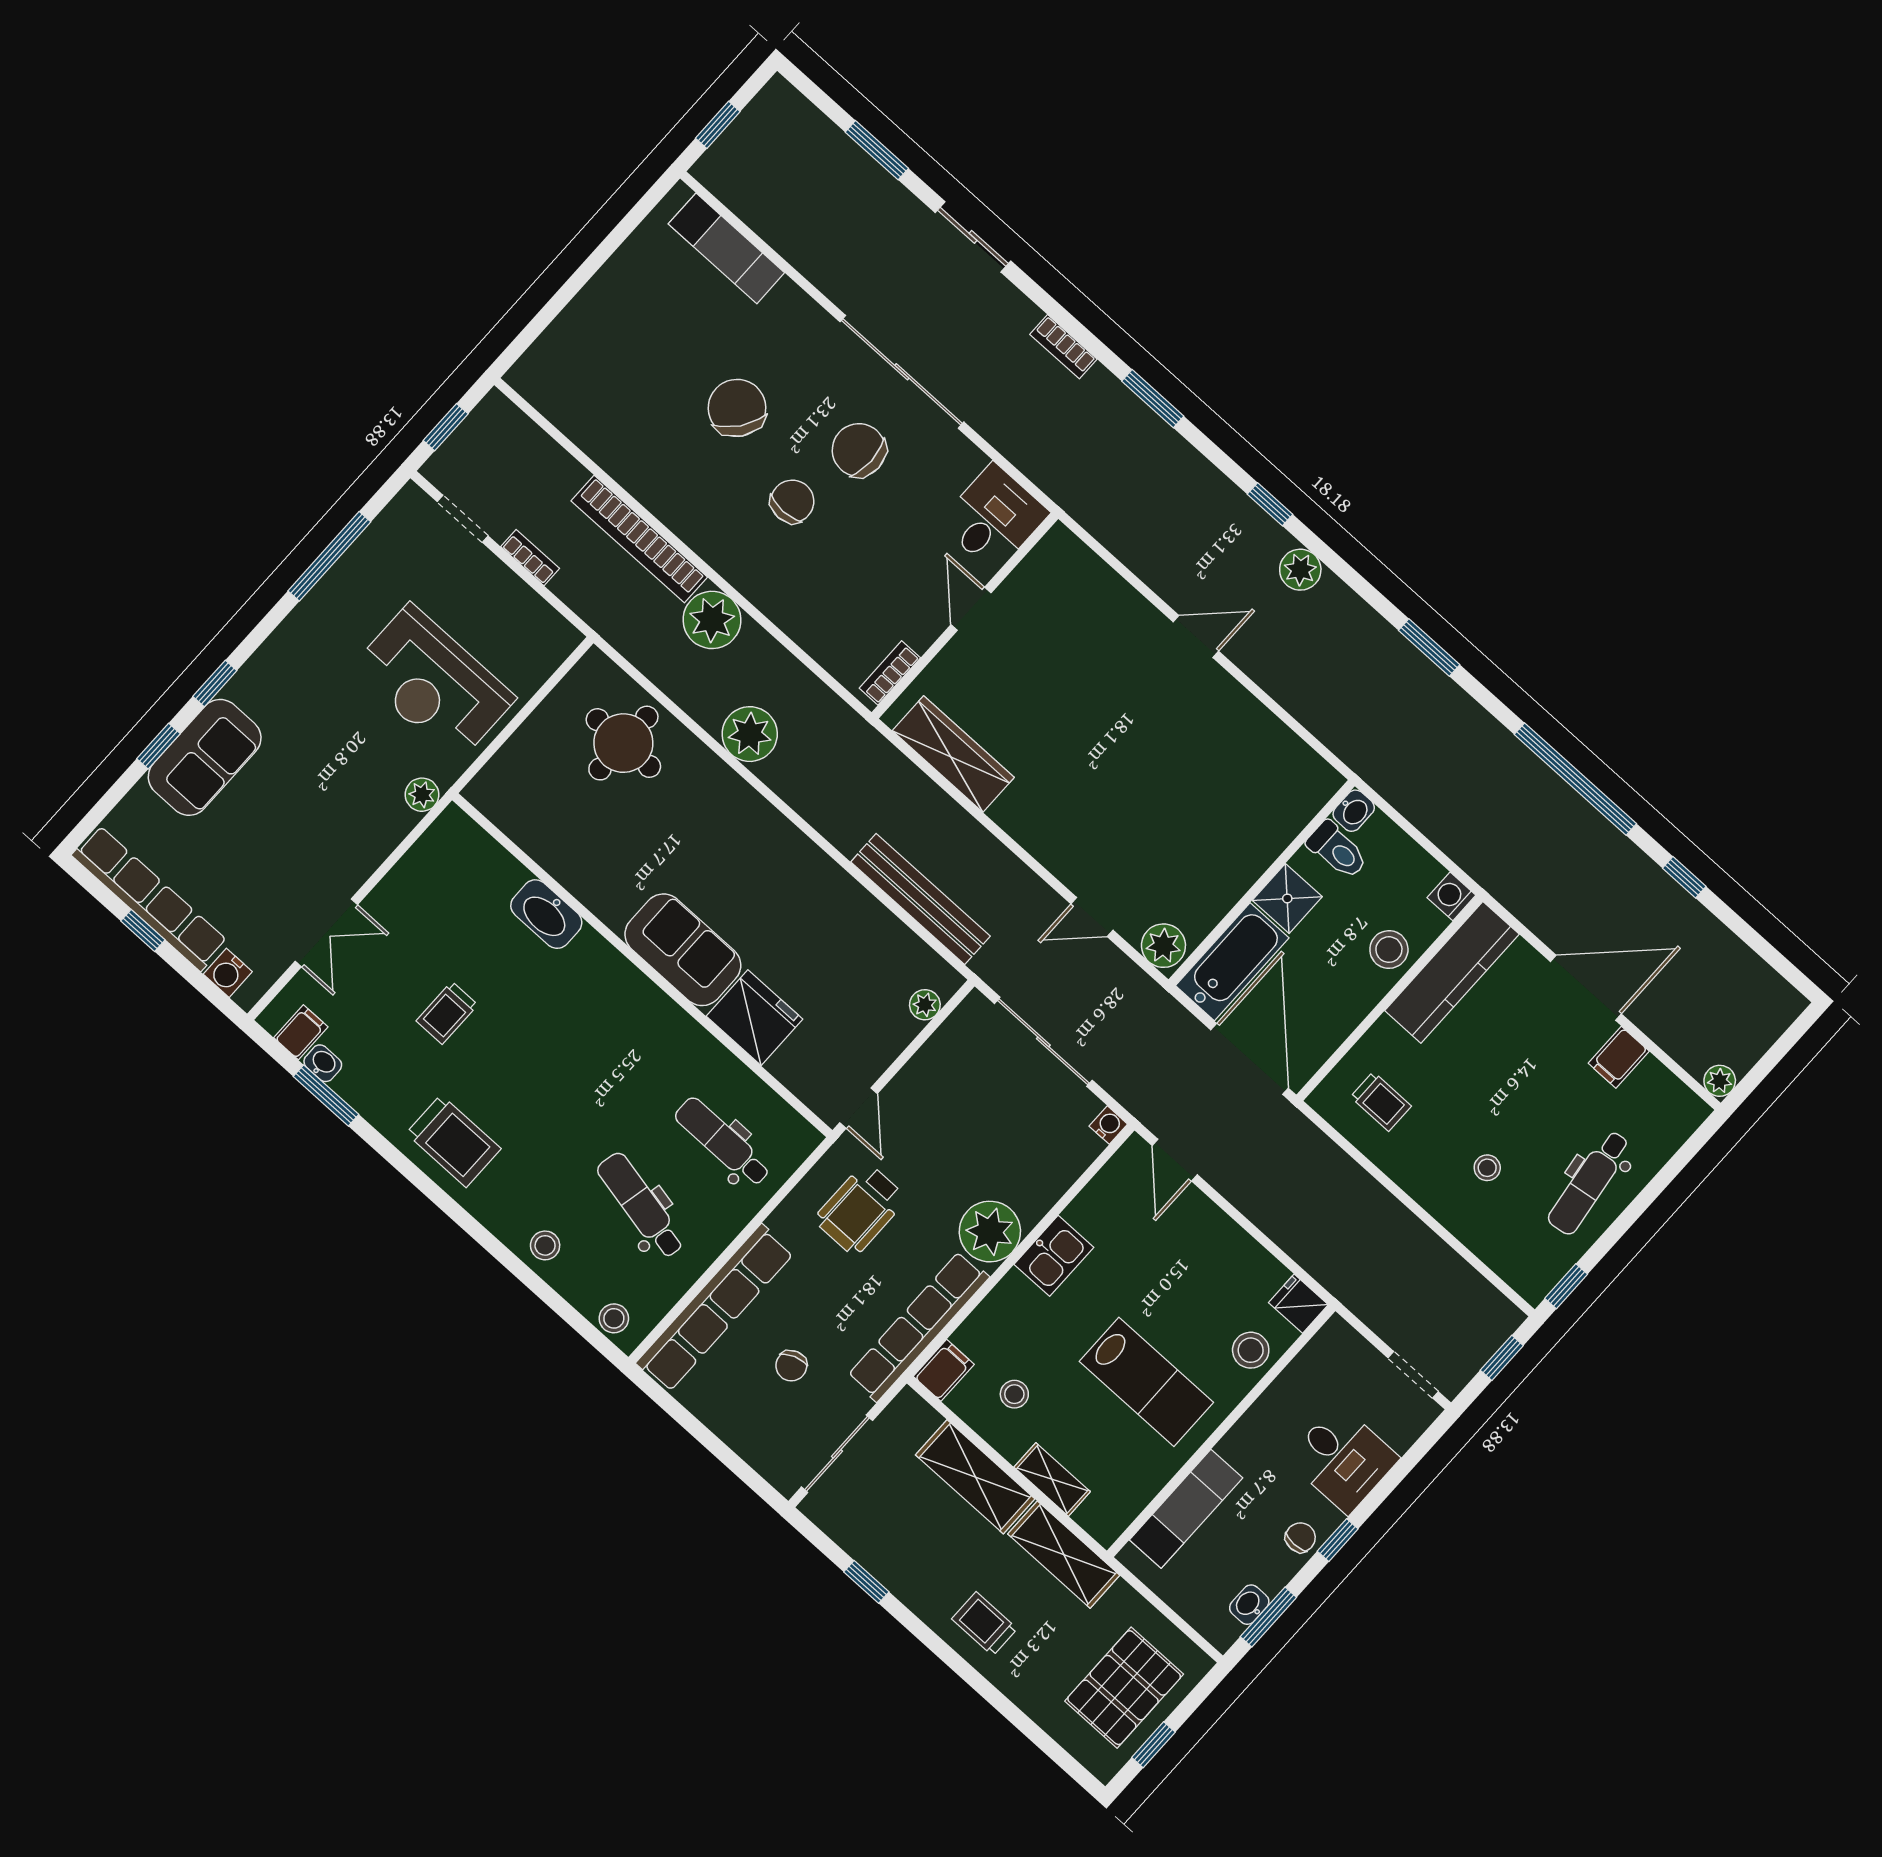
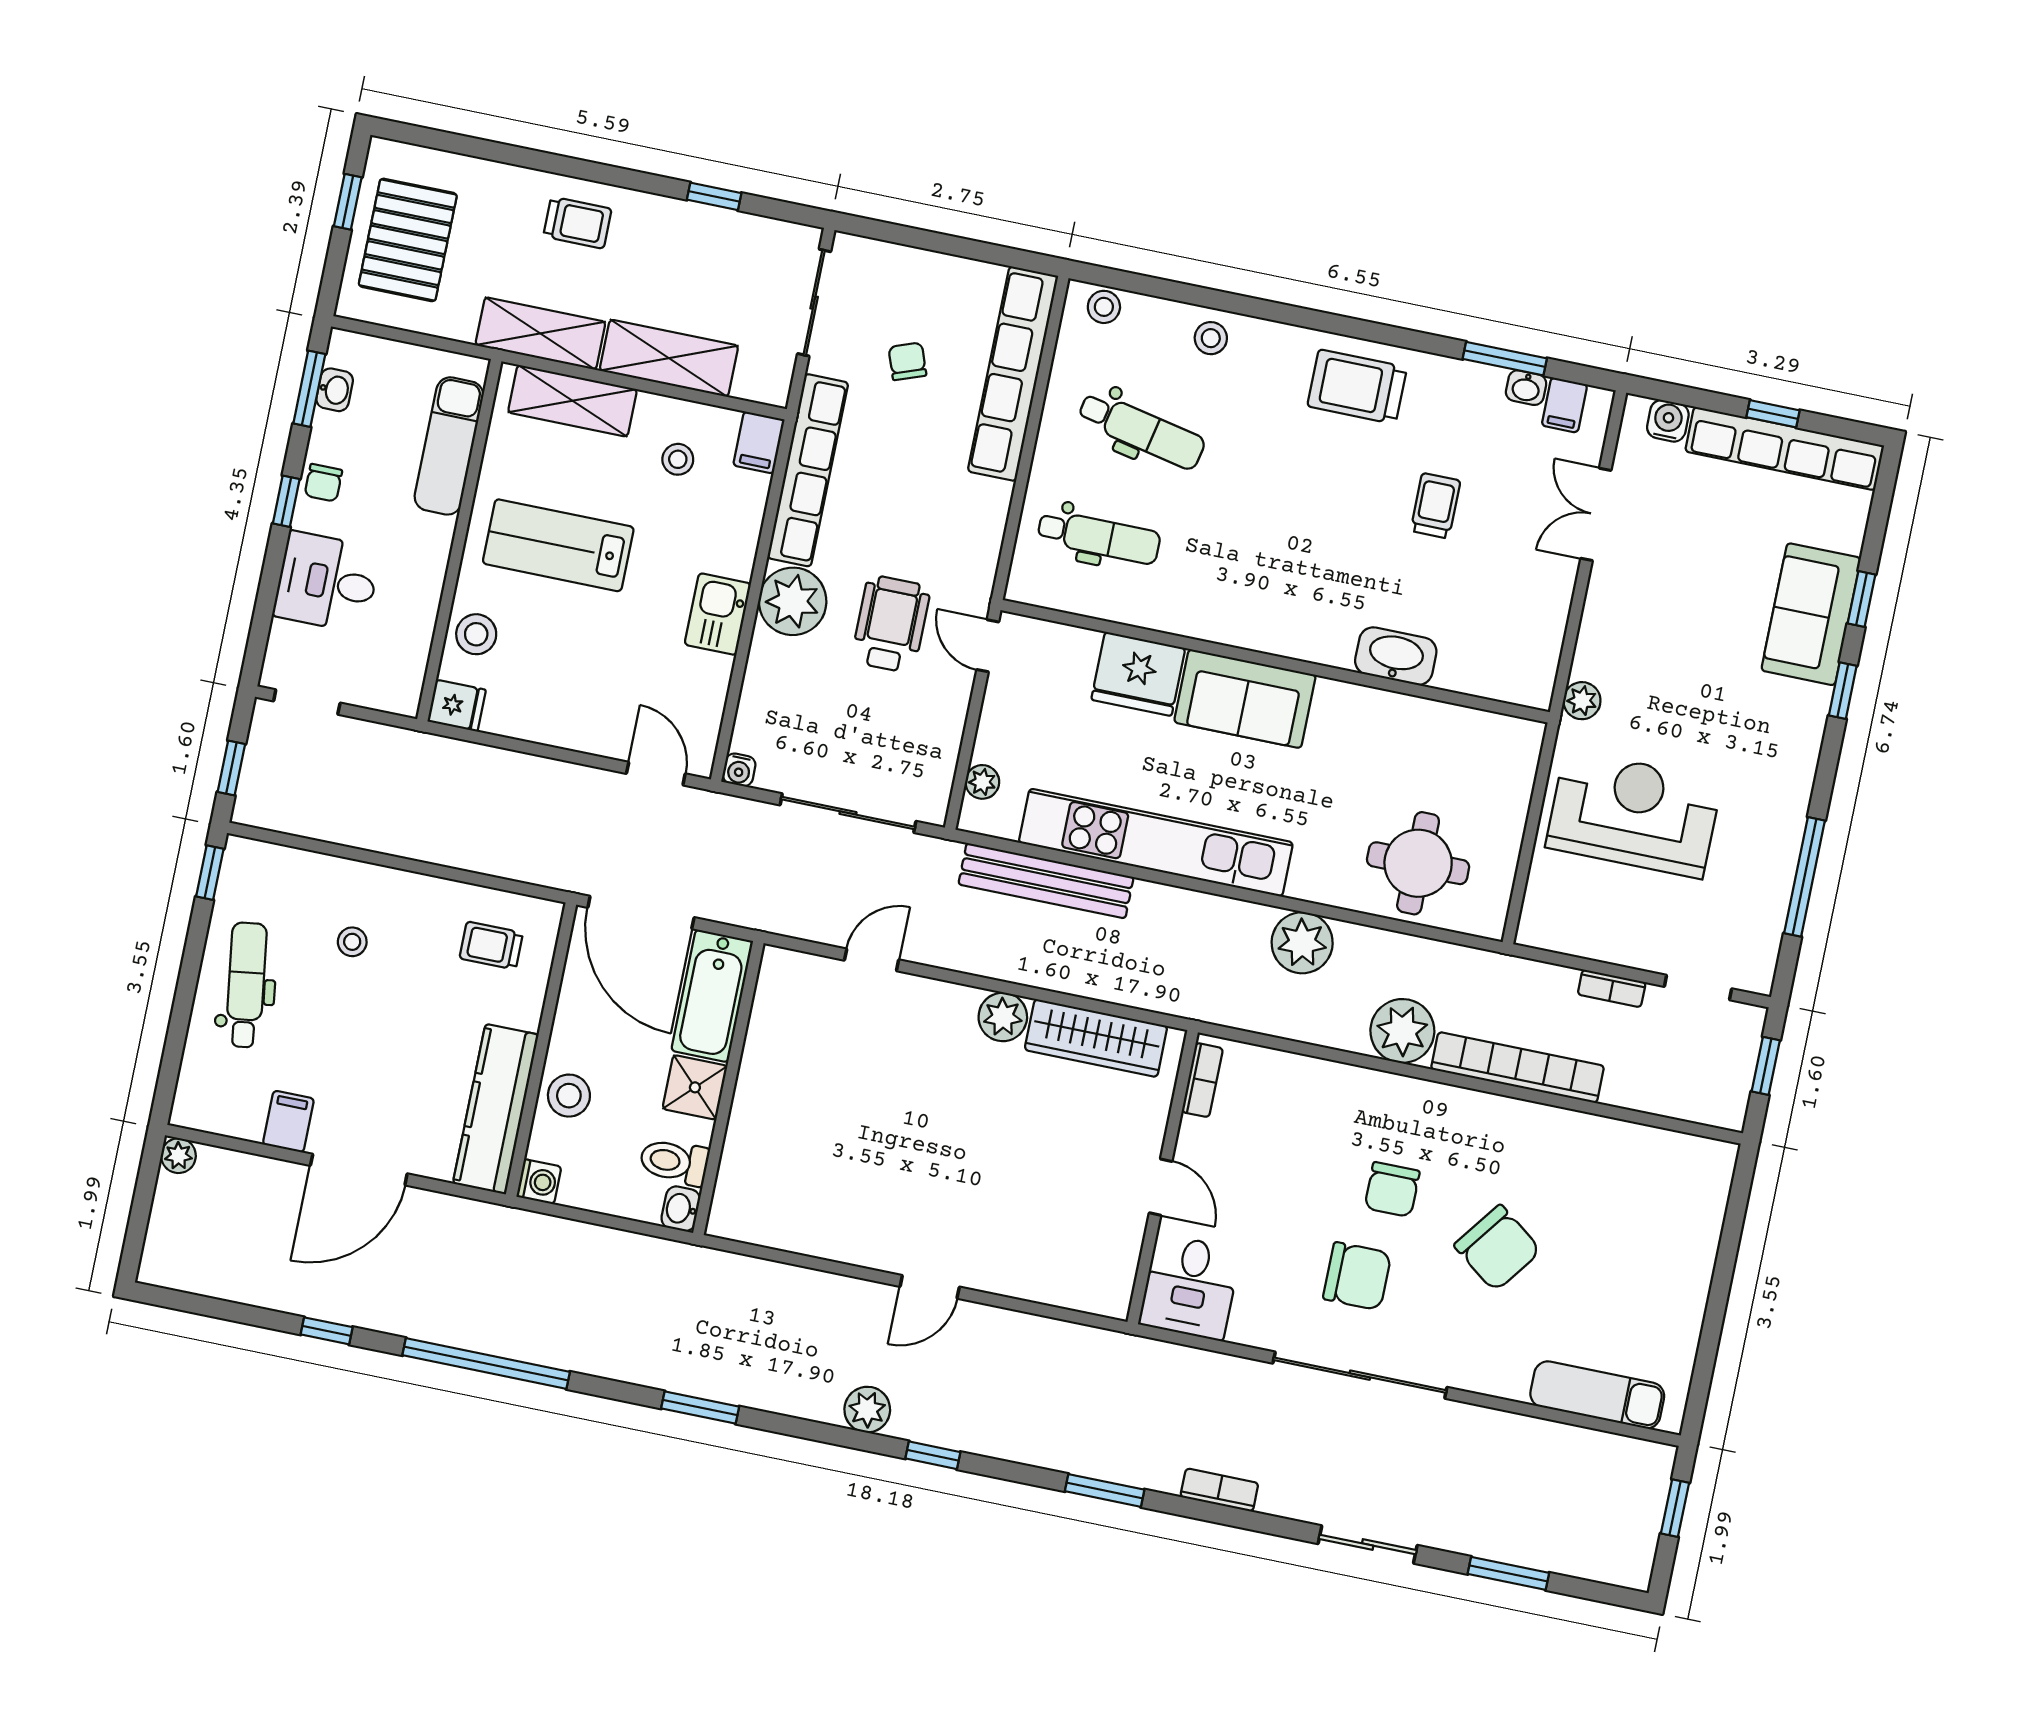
kitchen unit: (818, 879) -> (1156, 843), added
plant: (1163, 946) -> (1003, 1017), moved
wheelchair: (860, 1209) -> (891, 624), moved
shelving: (1052, 1479) -> (572, 401), width x1.50, depth x1.33

